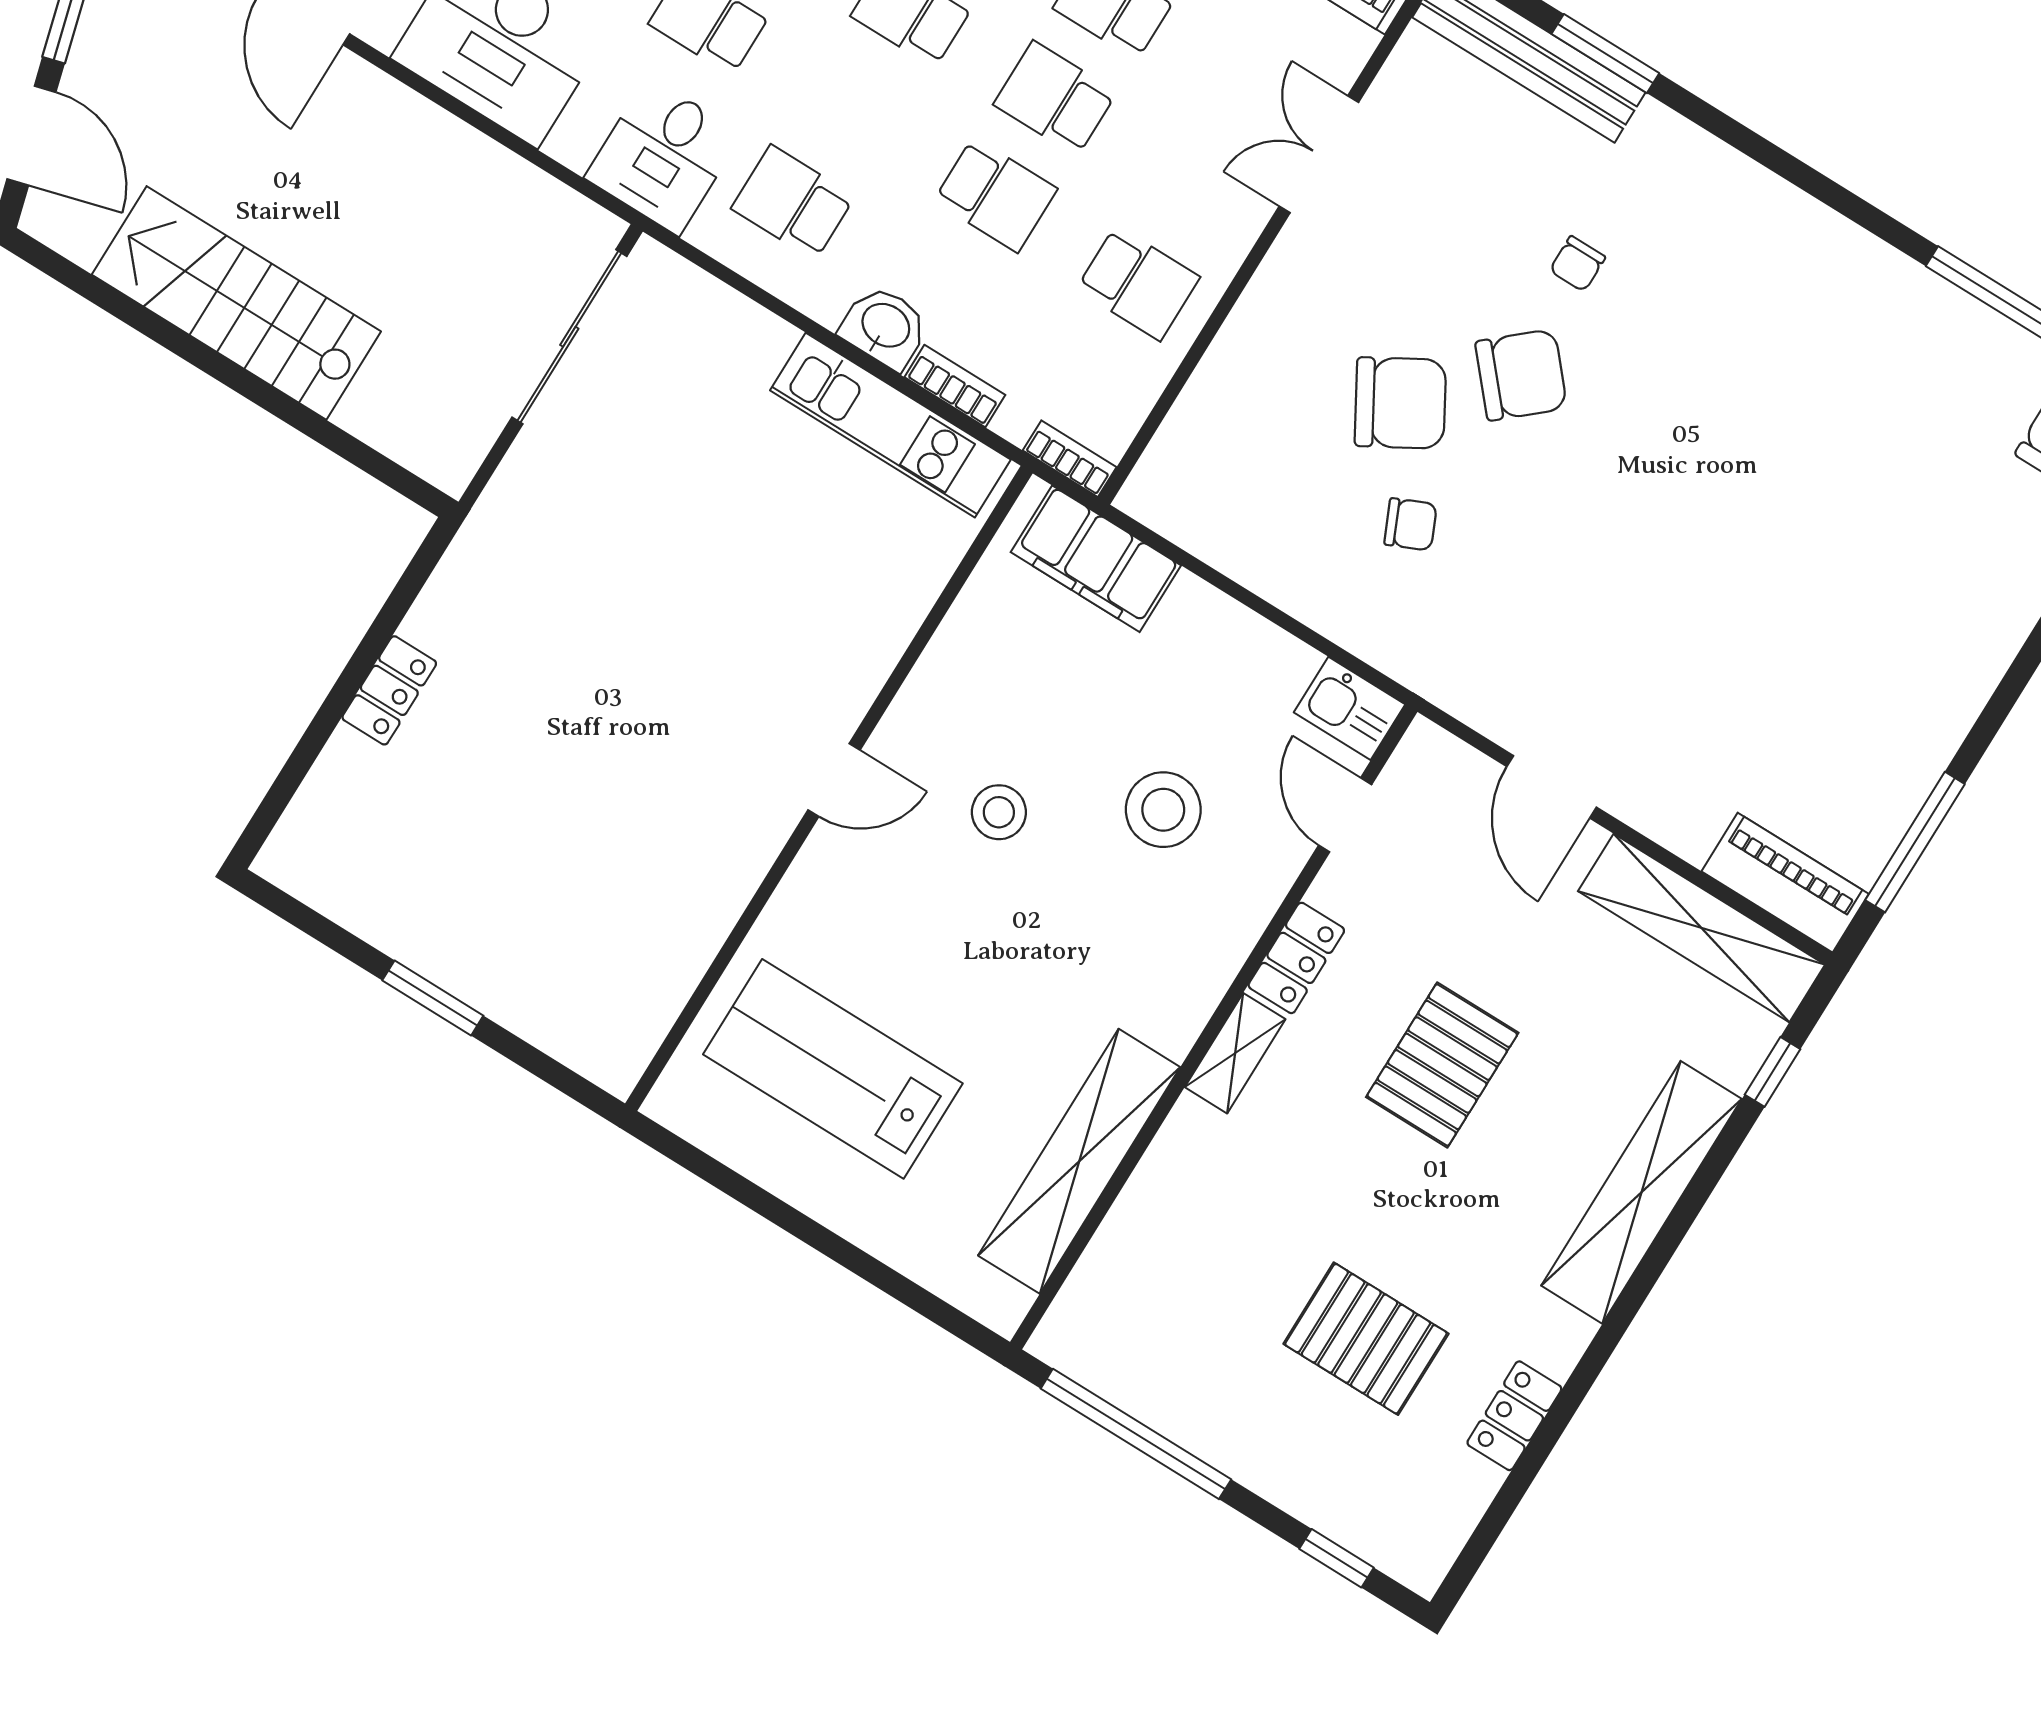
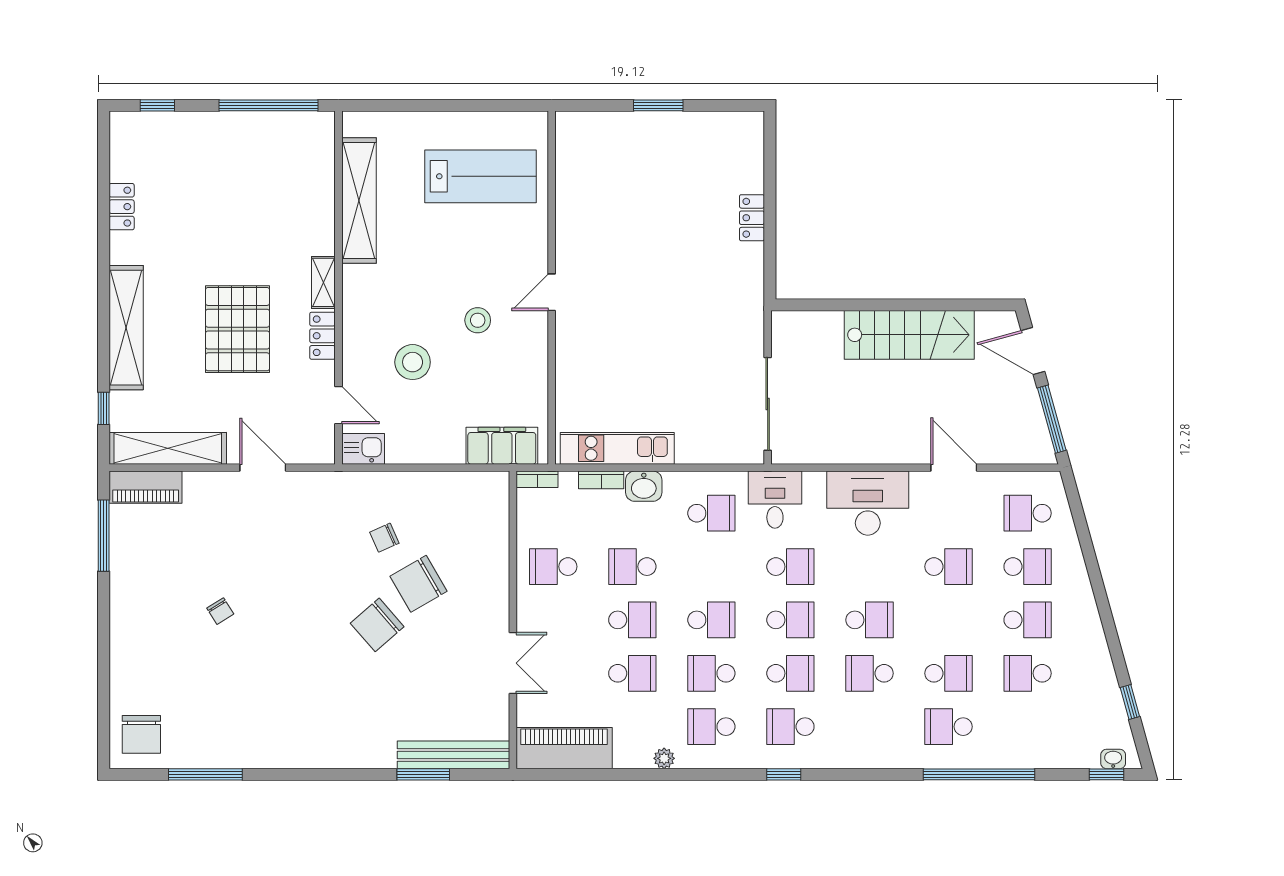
chair: (1577, 264) -> (220, 611), moved, turned 148
pallet: (1442, 1065) -> (238, 329), width x1.37, depth x1.41
pallet: (1366, 1339) -> (200, 201), removed

